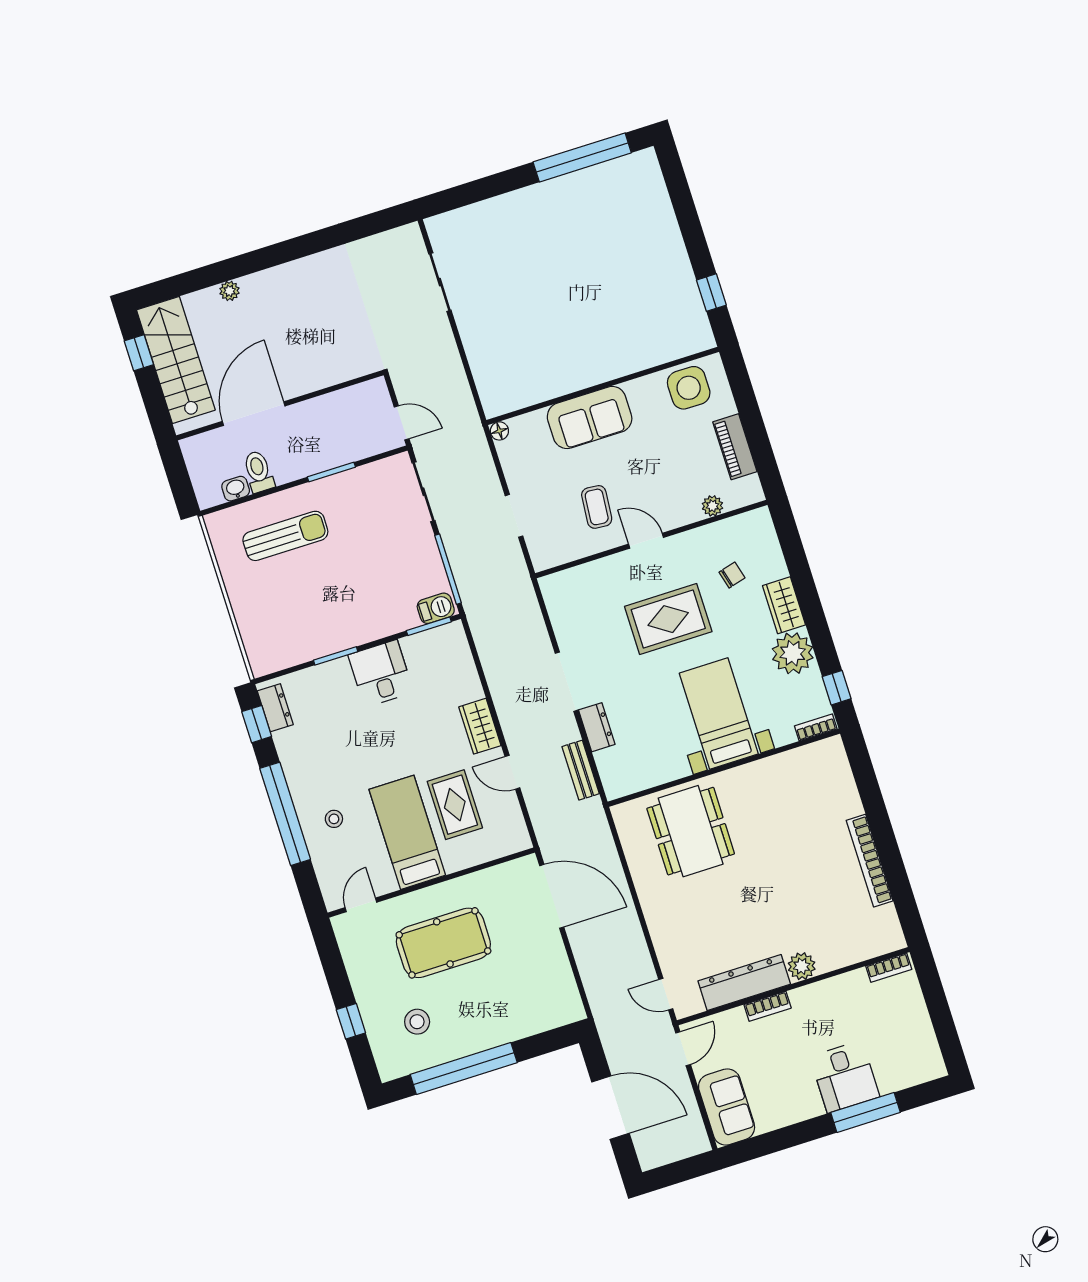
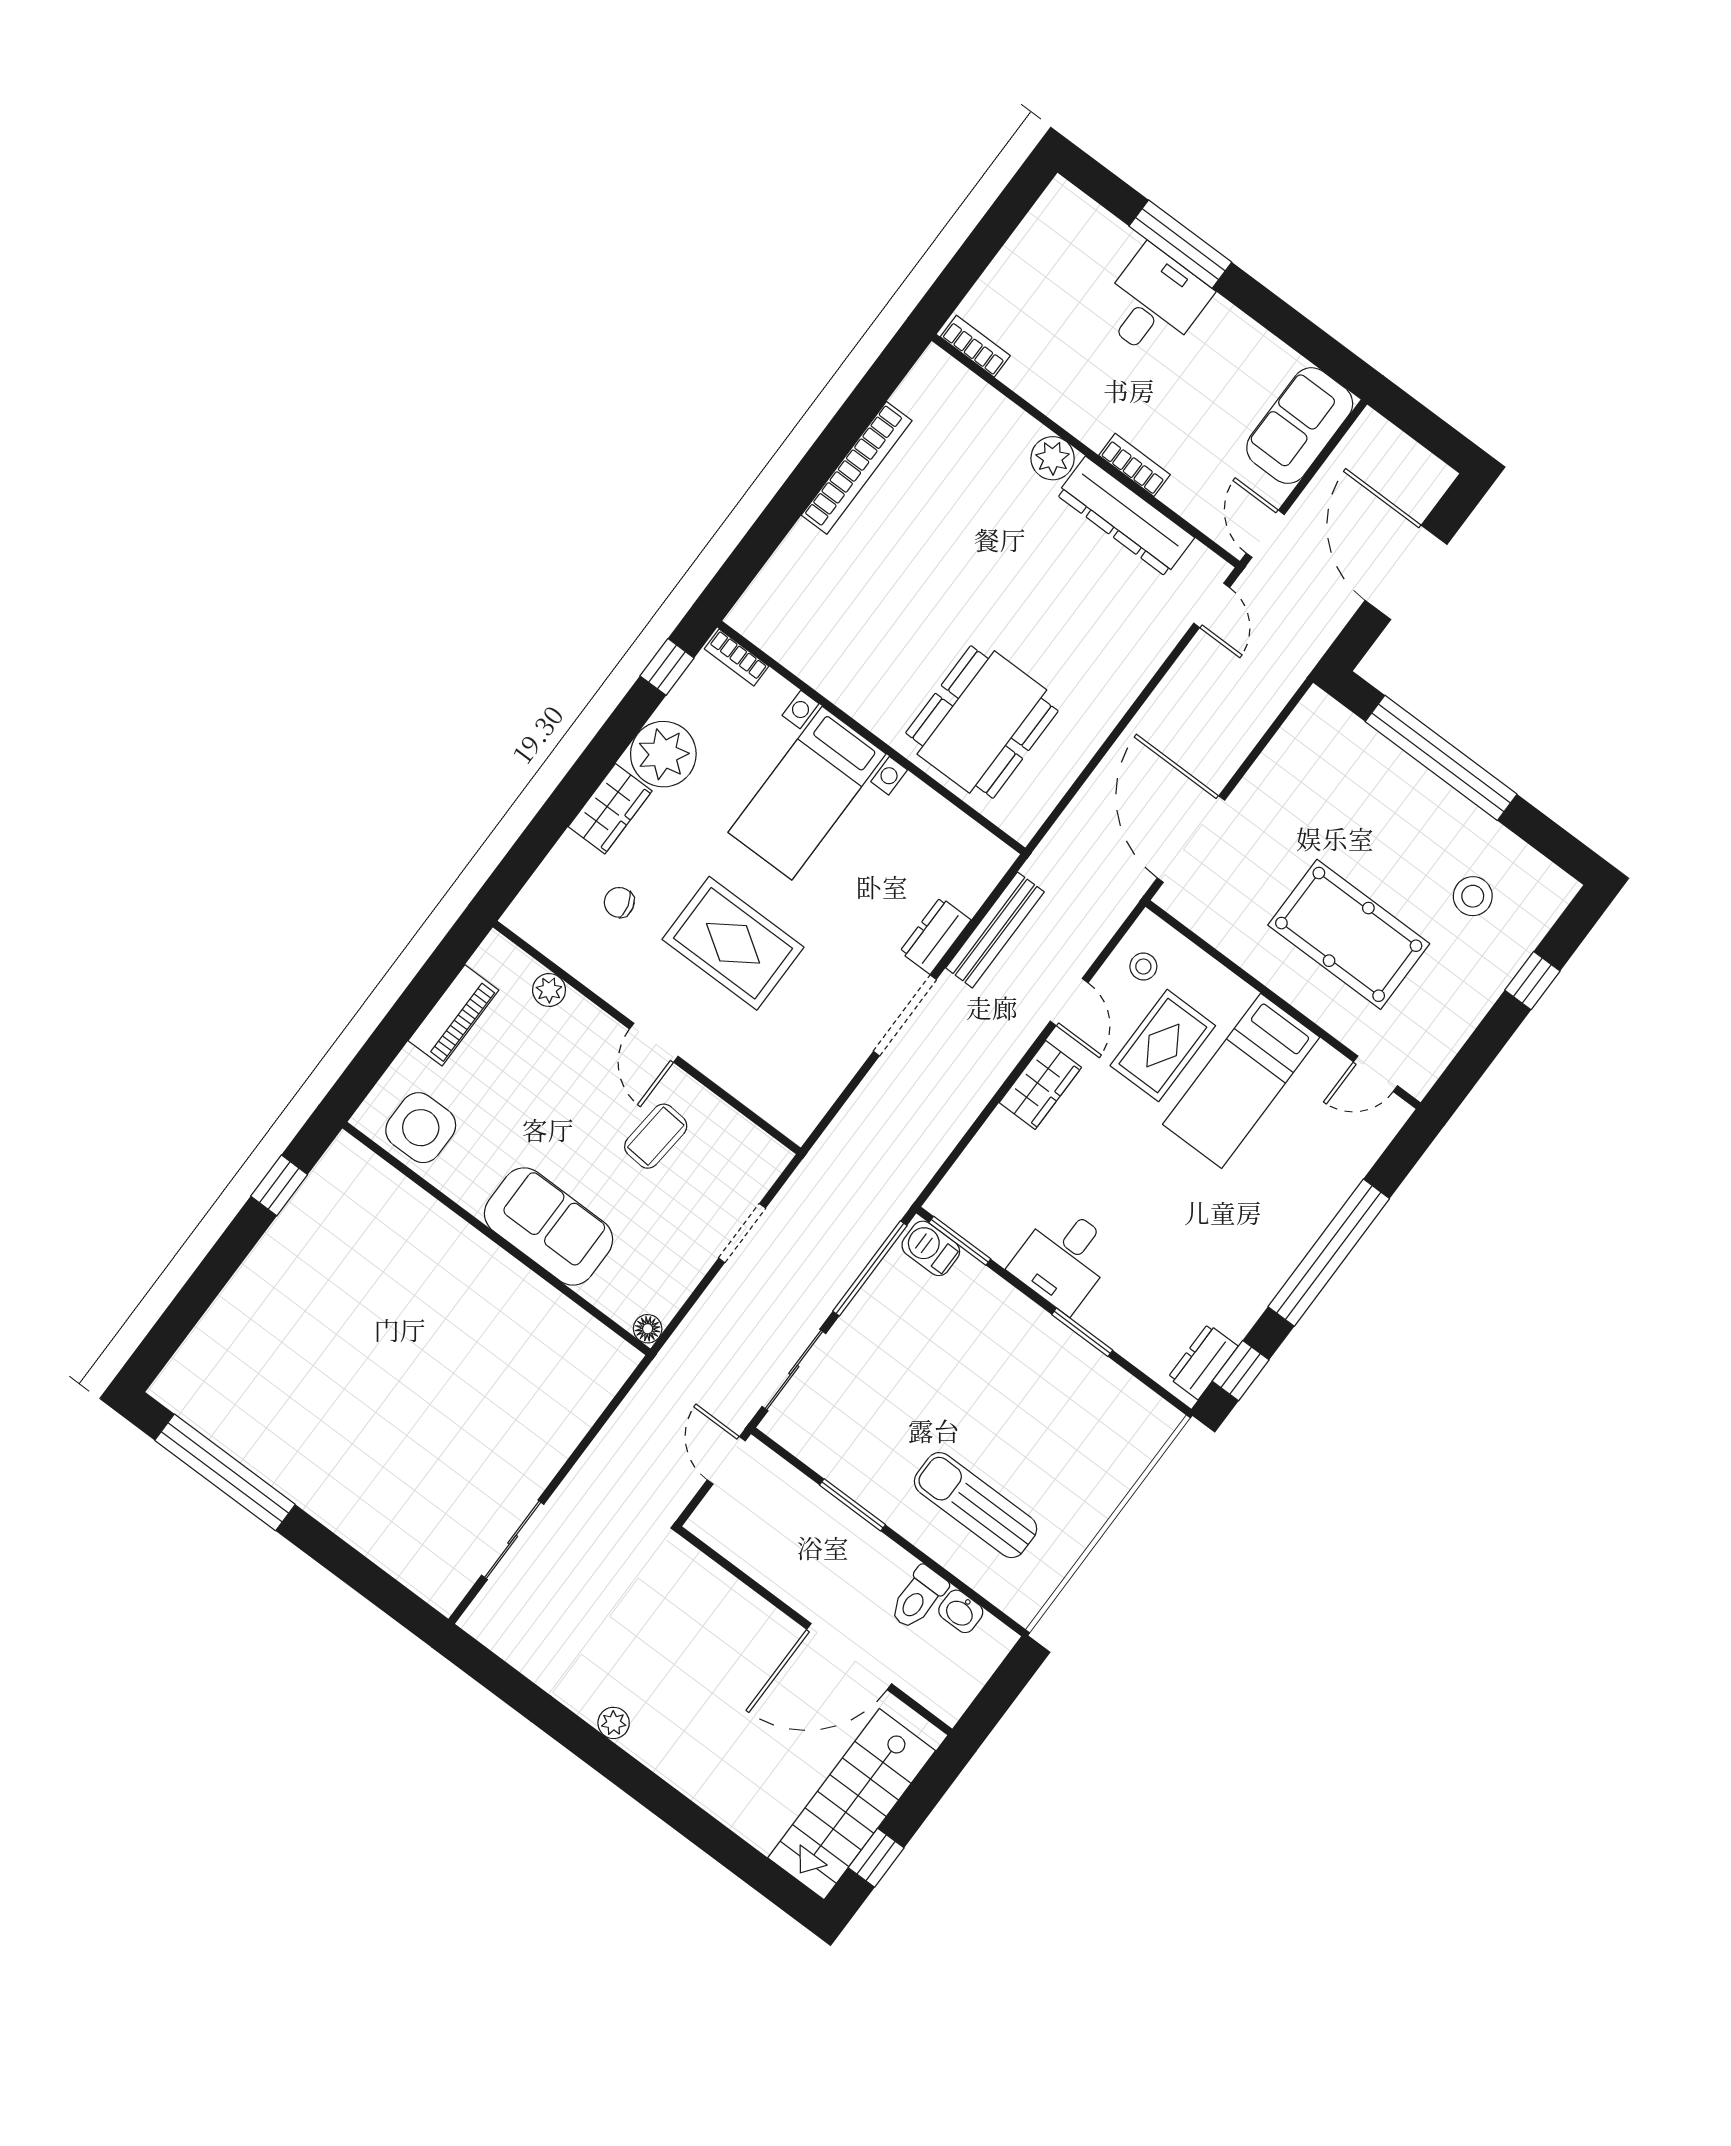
plant: (229, 291) -> (614, 1723), moved
bench: (581, 770) -> (995, 930), width x1.36
stool: (334, 819) -> (1143, 967), moved
door: (683, 1049) -> (1265, 534), hinge flipped
window: (464, 1069) -> (1441, 758), moved

